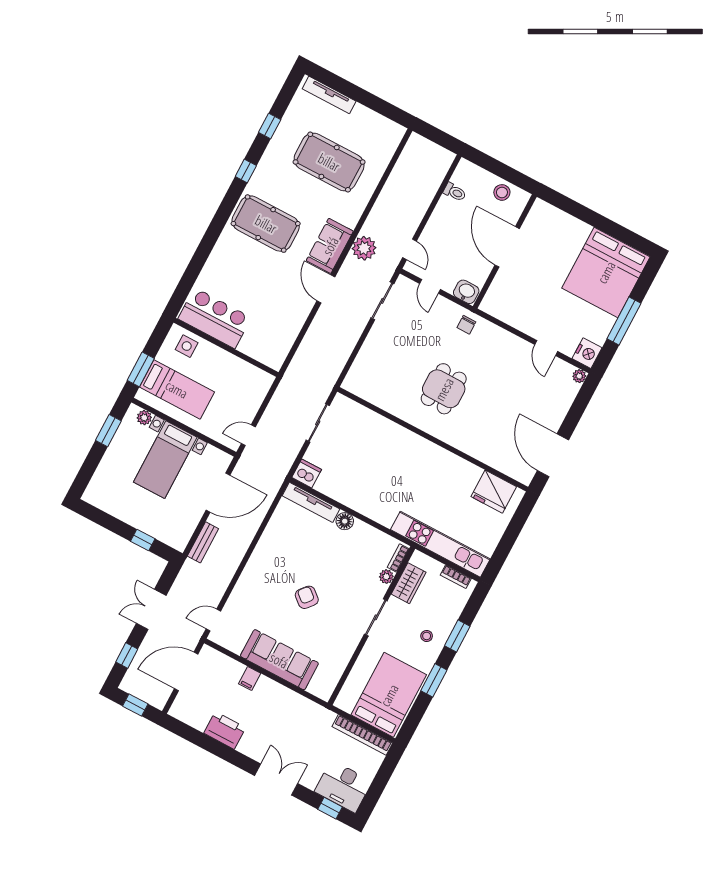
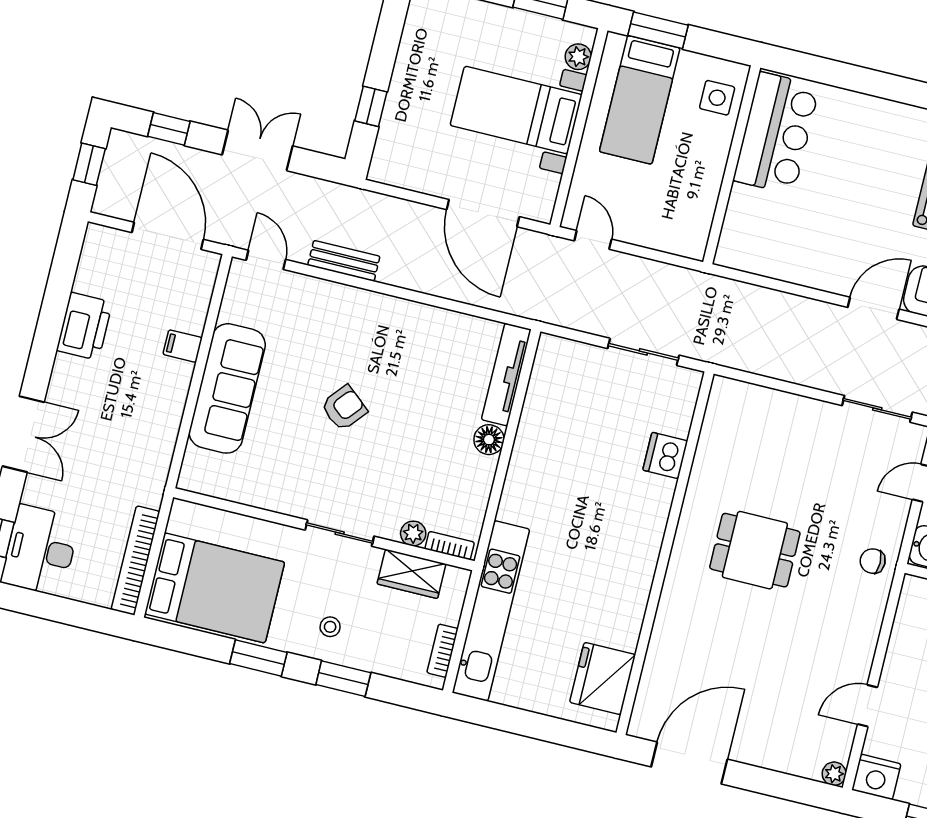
dishwasher: (307, 473) -> (665, 455), moved, turned 180
bench: (203, 542) -> (344, 261), moved

